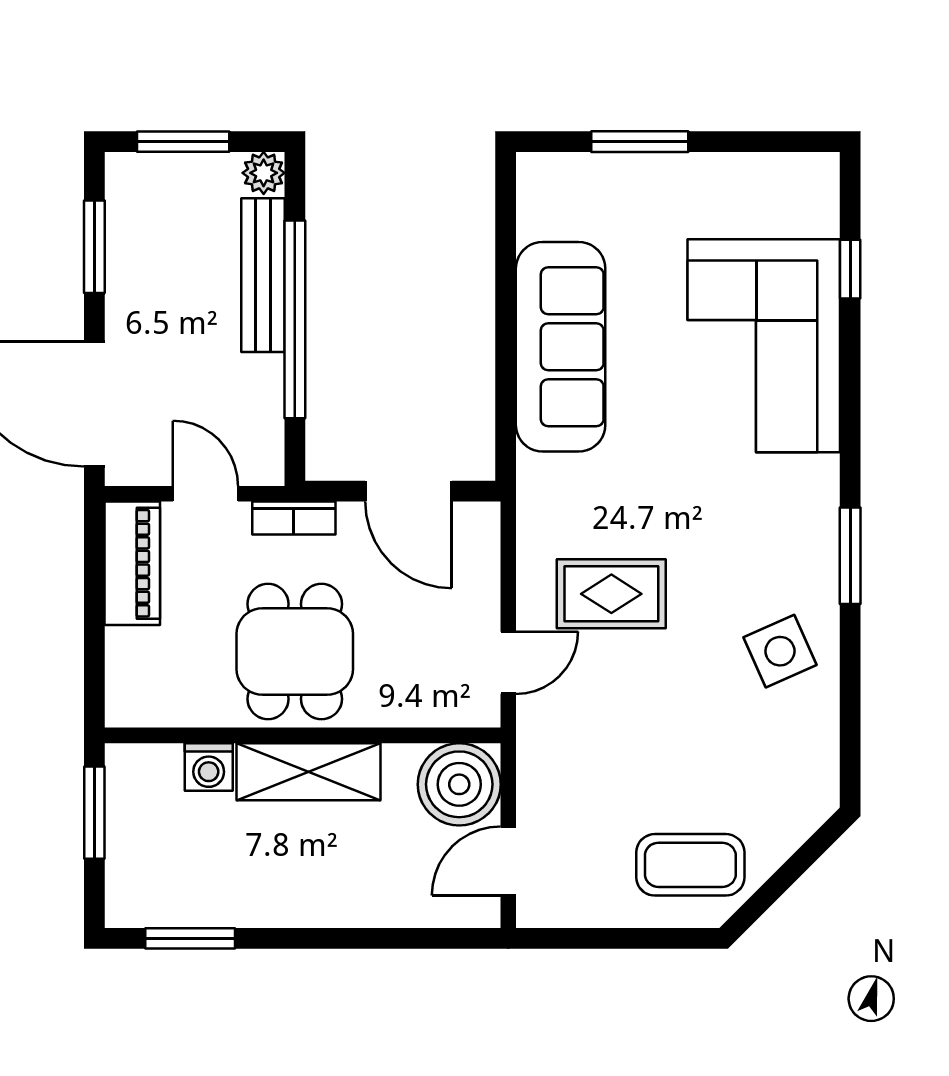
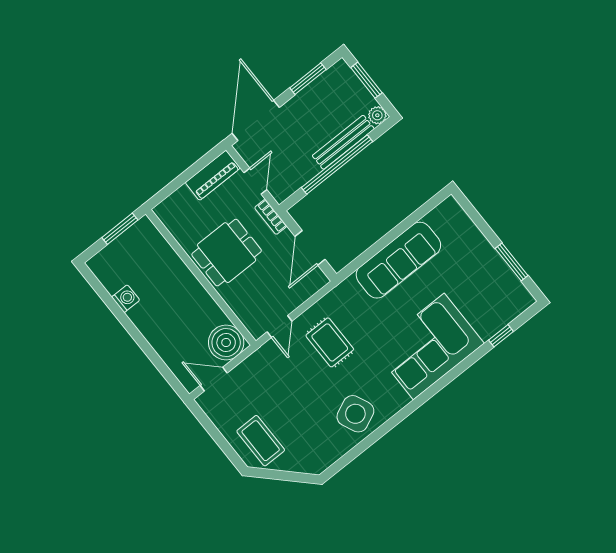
window: (640, 142) -> (512, 262), moved
corner sofa: (764, 346) -> (429, 346), moved
window: (850, 556) -> (406, 412), removed
side table: (780, 651) -> (355, 414), width x1.37, depth x1.37
door: (508, 663) -> (280, 327), hinge flipped
washing machine: (209, 767) -> (126, 299), moved, turned 180
shelving: (308, 772) -> (190, 289), removed
window: (190, 938) -> (103, 294), removed

